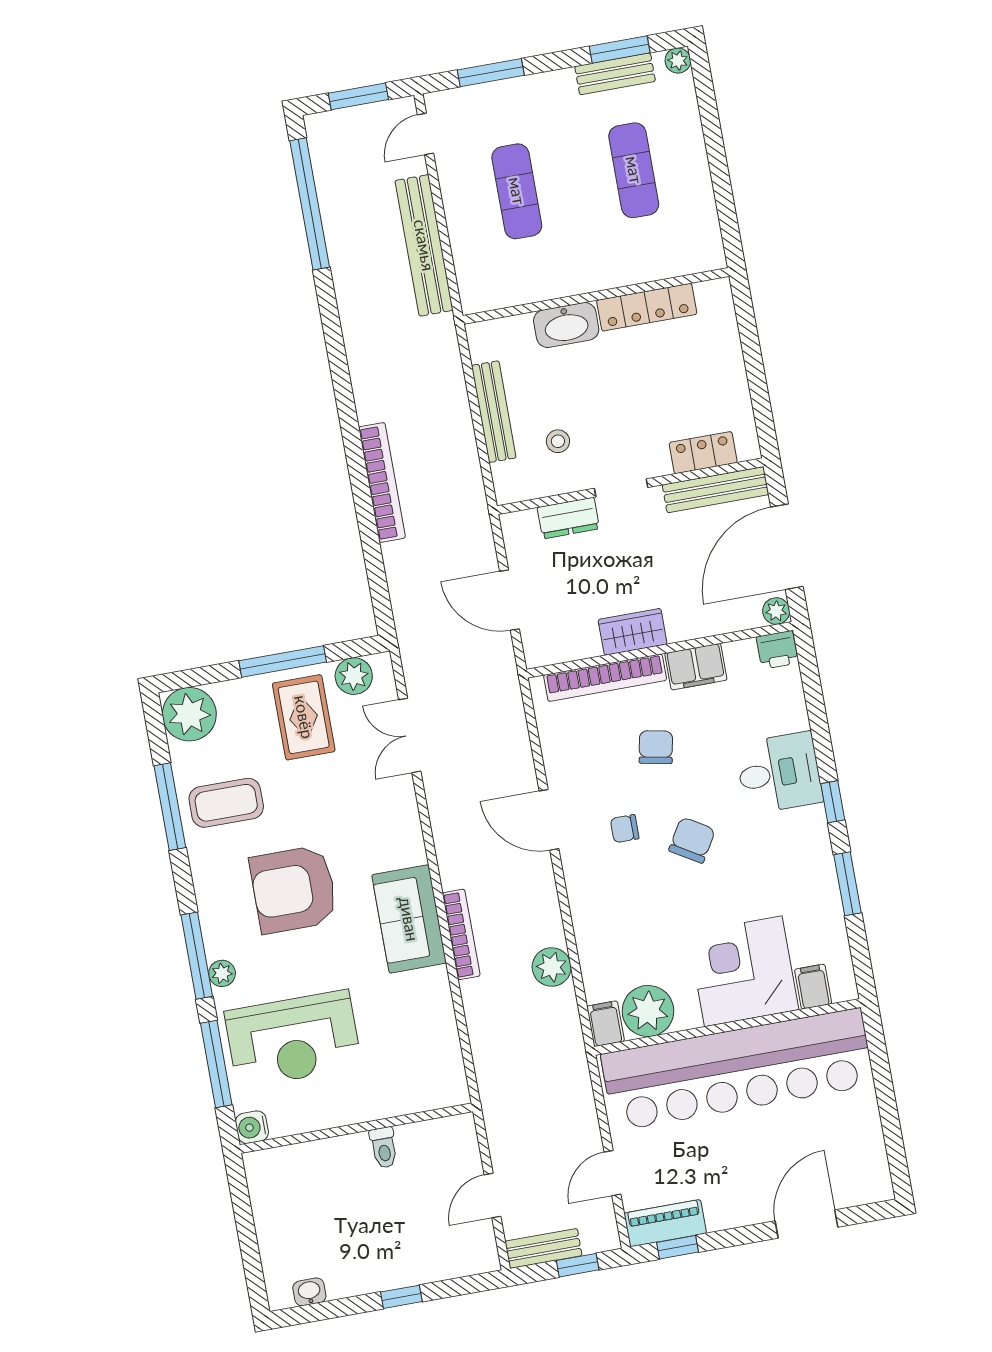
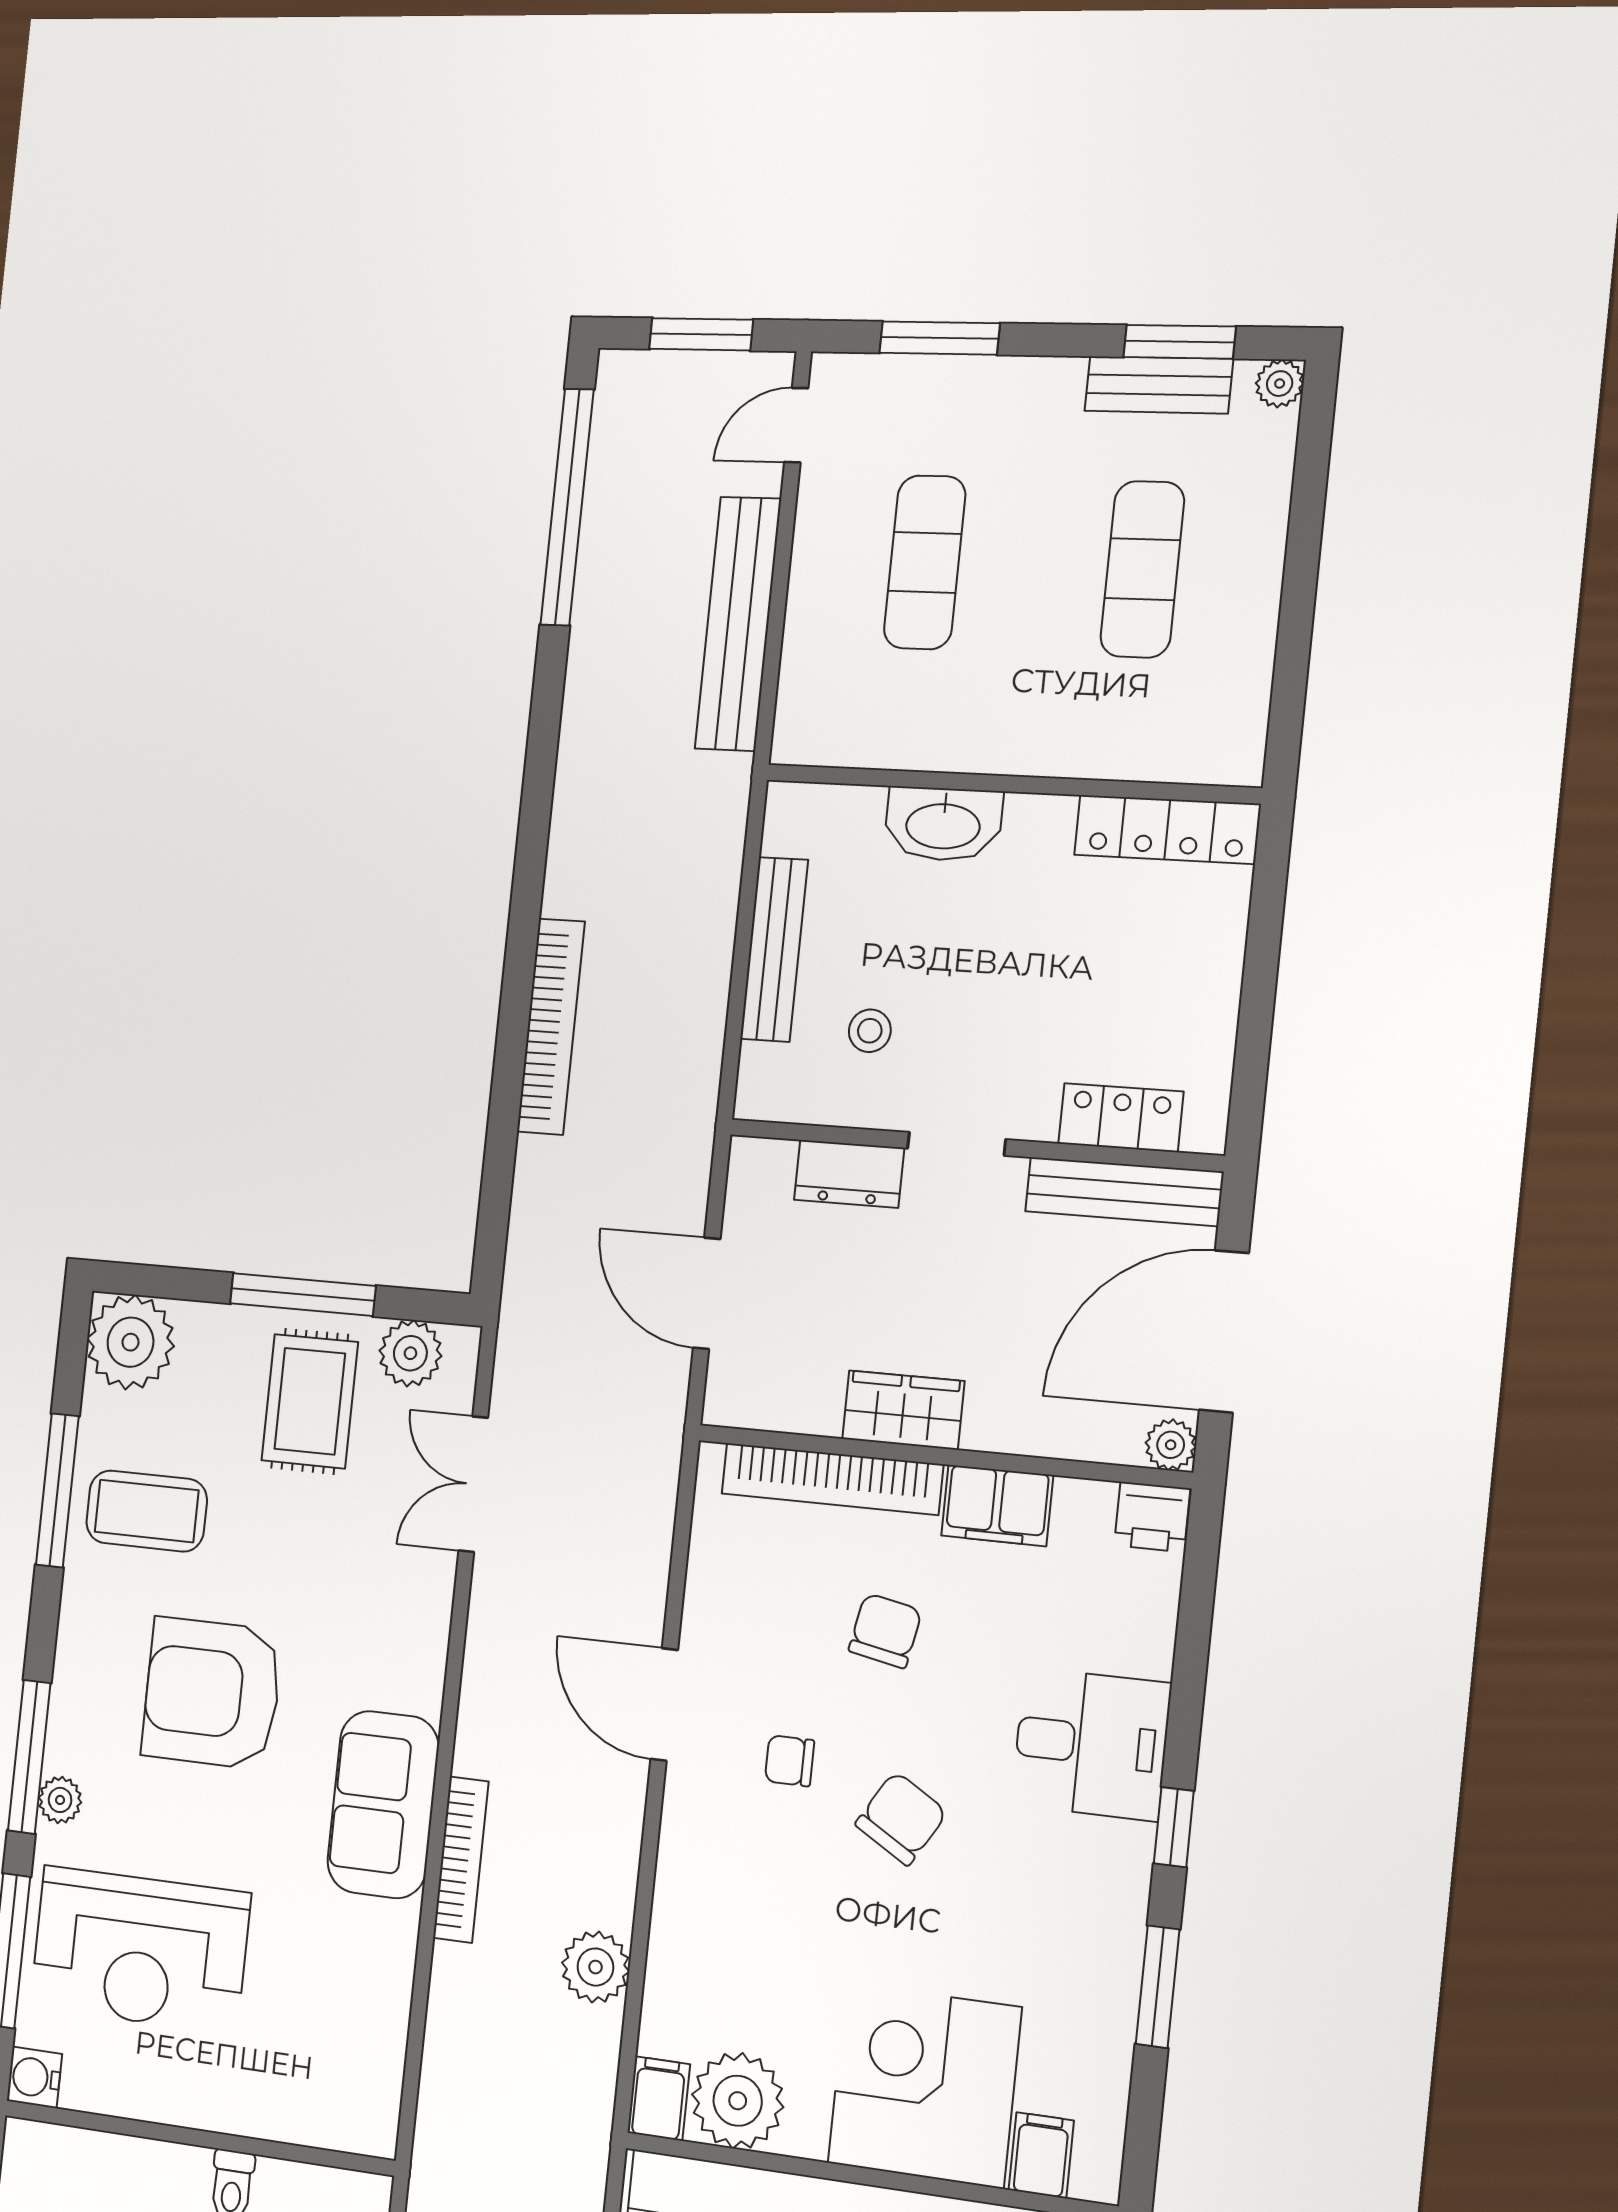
locker: (647, 307) -> (1167, 829), moved

